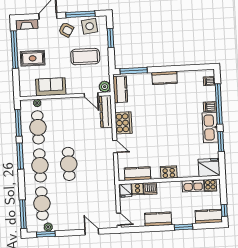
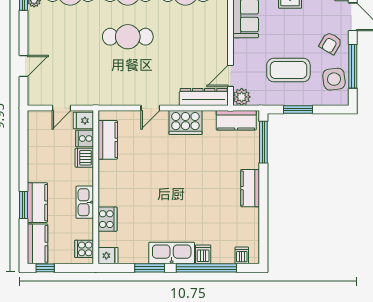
window: (110, 38) -> (298, 110), moved
coffee table: (85, 57) -> (288, 70), turned 90
fridge: (209, 167) -> (108, 256), width x0.53, depth x0.75
cooker: (169, 172) -> (107, 219), moved
kitchen sink: (193, 186) -> (85, 202), moved
door: (119, 219) -> (61, 108), moved
kitchen counter: (158, 219) -> (37, 203), moved

